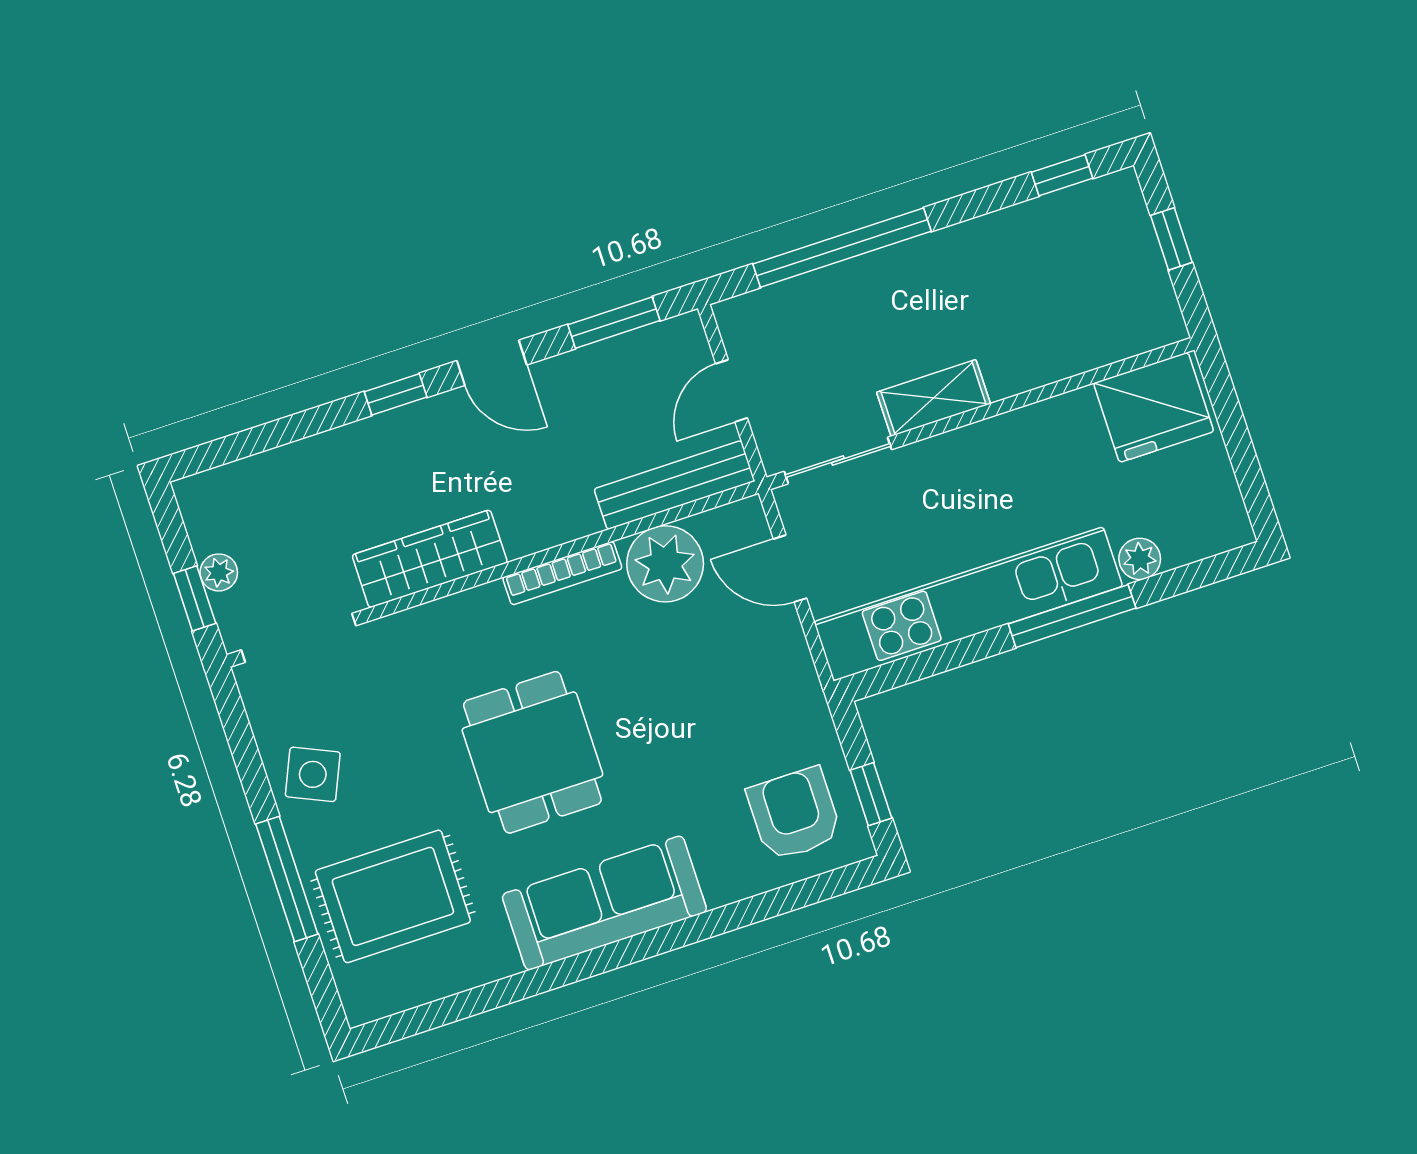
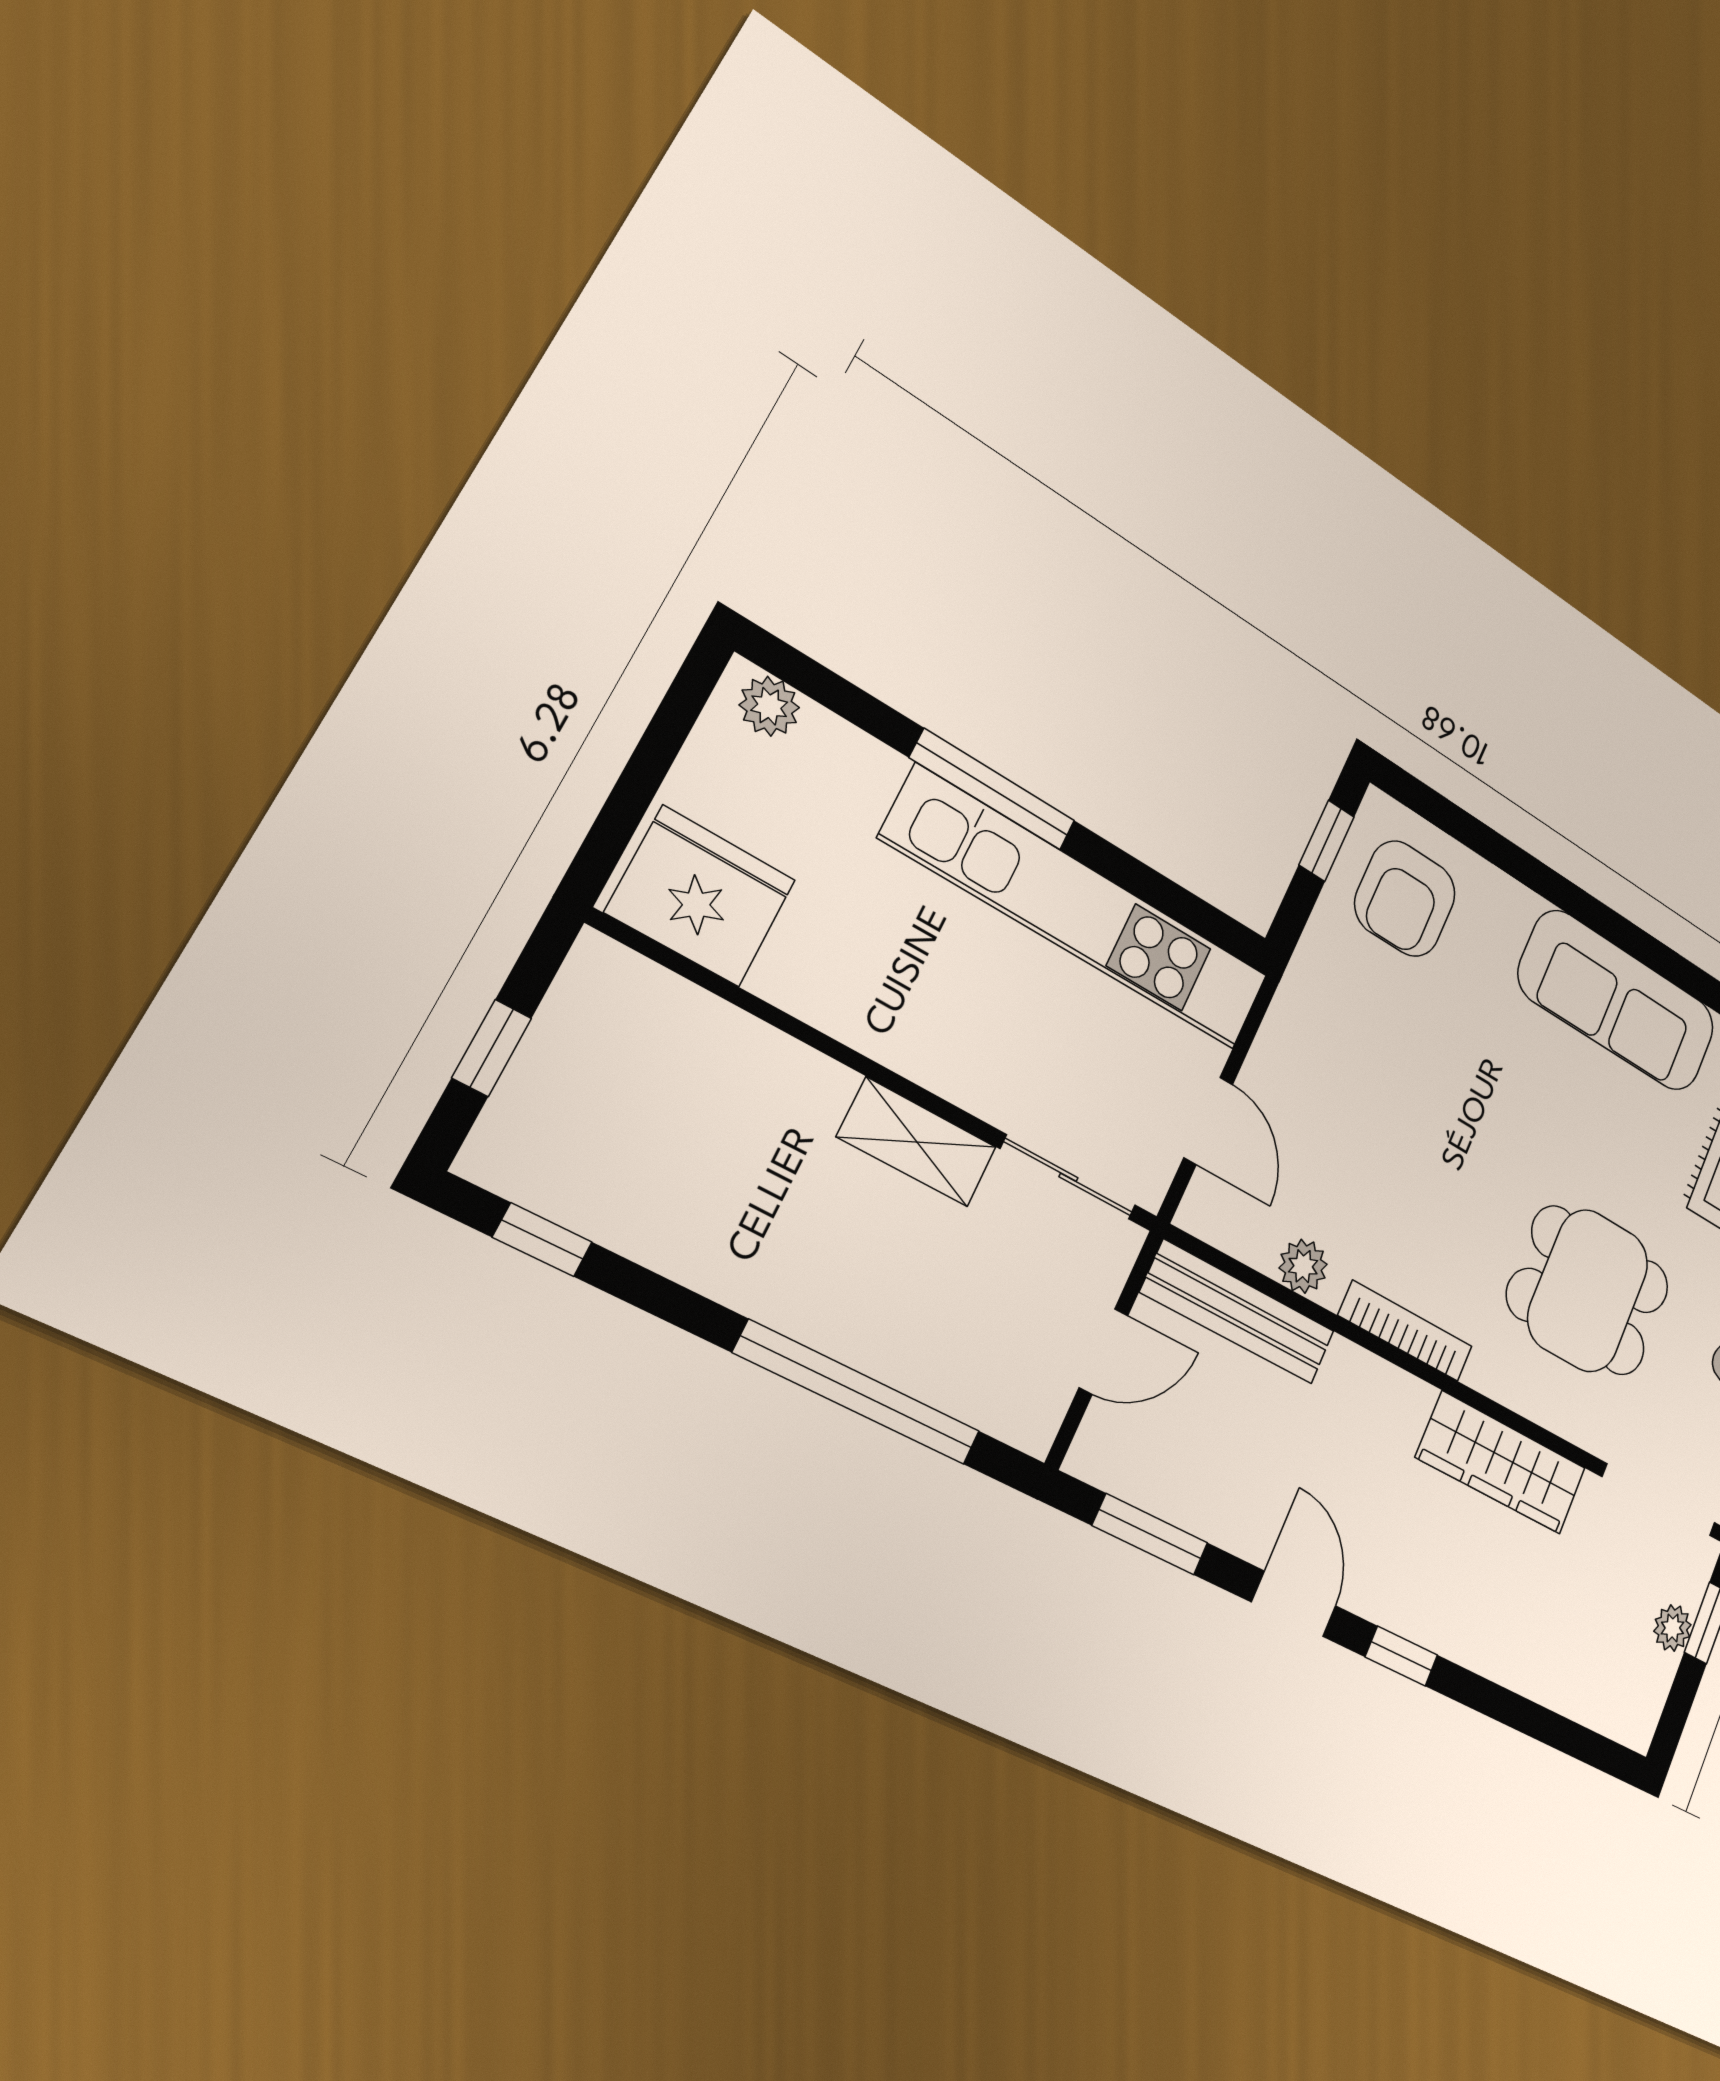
plant: (1140, 559) -> (769, 706), moved
plant: (665, 564) -> (1303, 1266), width x0.53, depth x0.53
dining table: (532, 752) -> (1588, 1291), moved, turned 90

